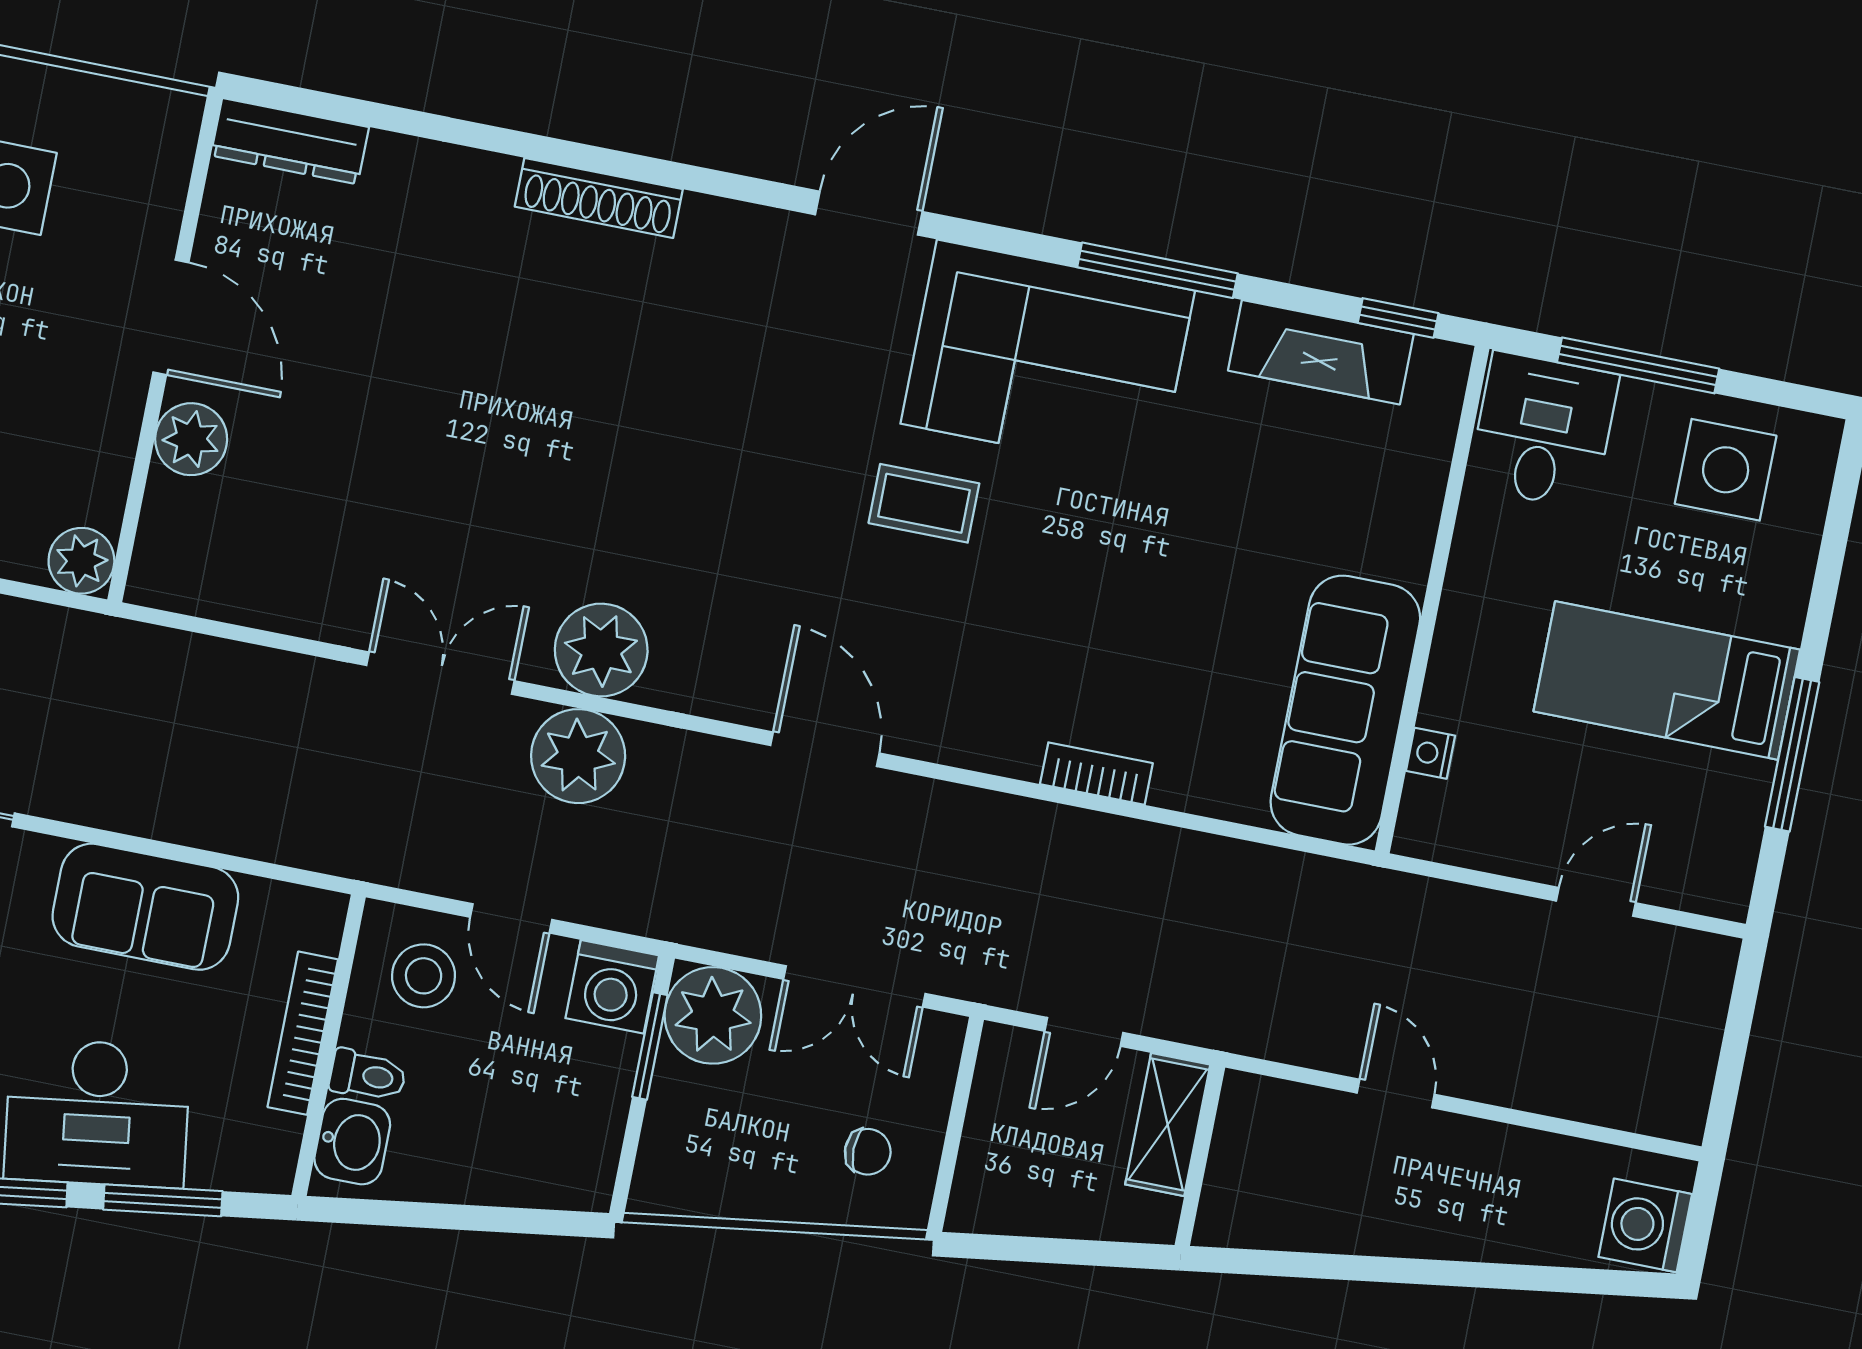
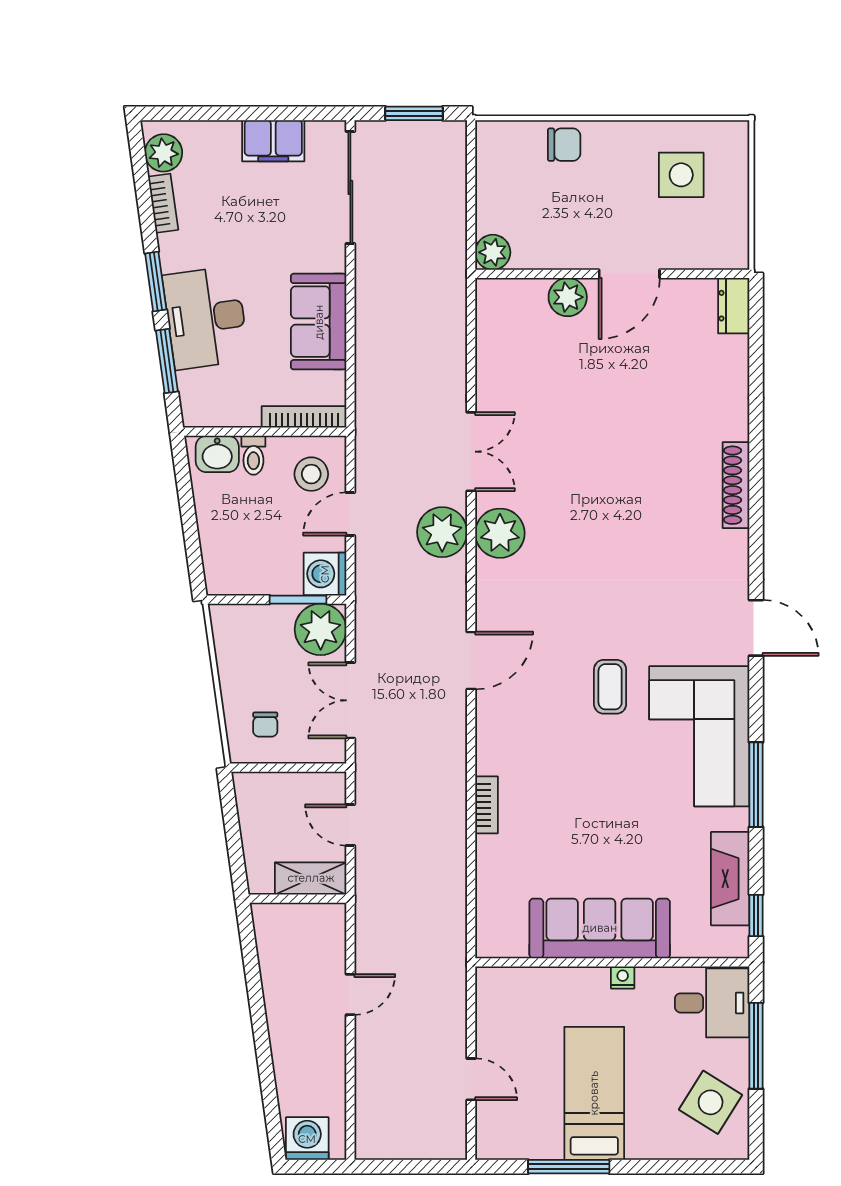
dresser: (290, 141) -> (734, 306), width x0.70
side table: (1726, 470) -> (711, 1102), turned 32
sofa: (1345, 710) -> (600, 928), moved
nightstand: (1431, 753) -> (623, 977), moved
bookcase: (303, 1033) -> (304, 417), moved

